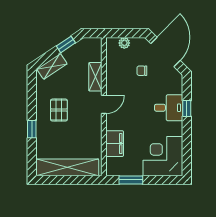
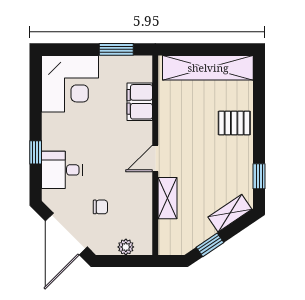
desk: (169, 108) -> (62, 170), moved
pallet: (59, 110) -> (234, 123), moved, turned 90
window: (32, 129) -> (259, 176), moved

